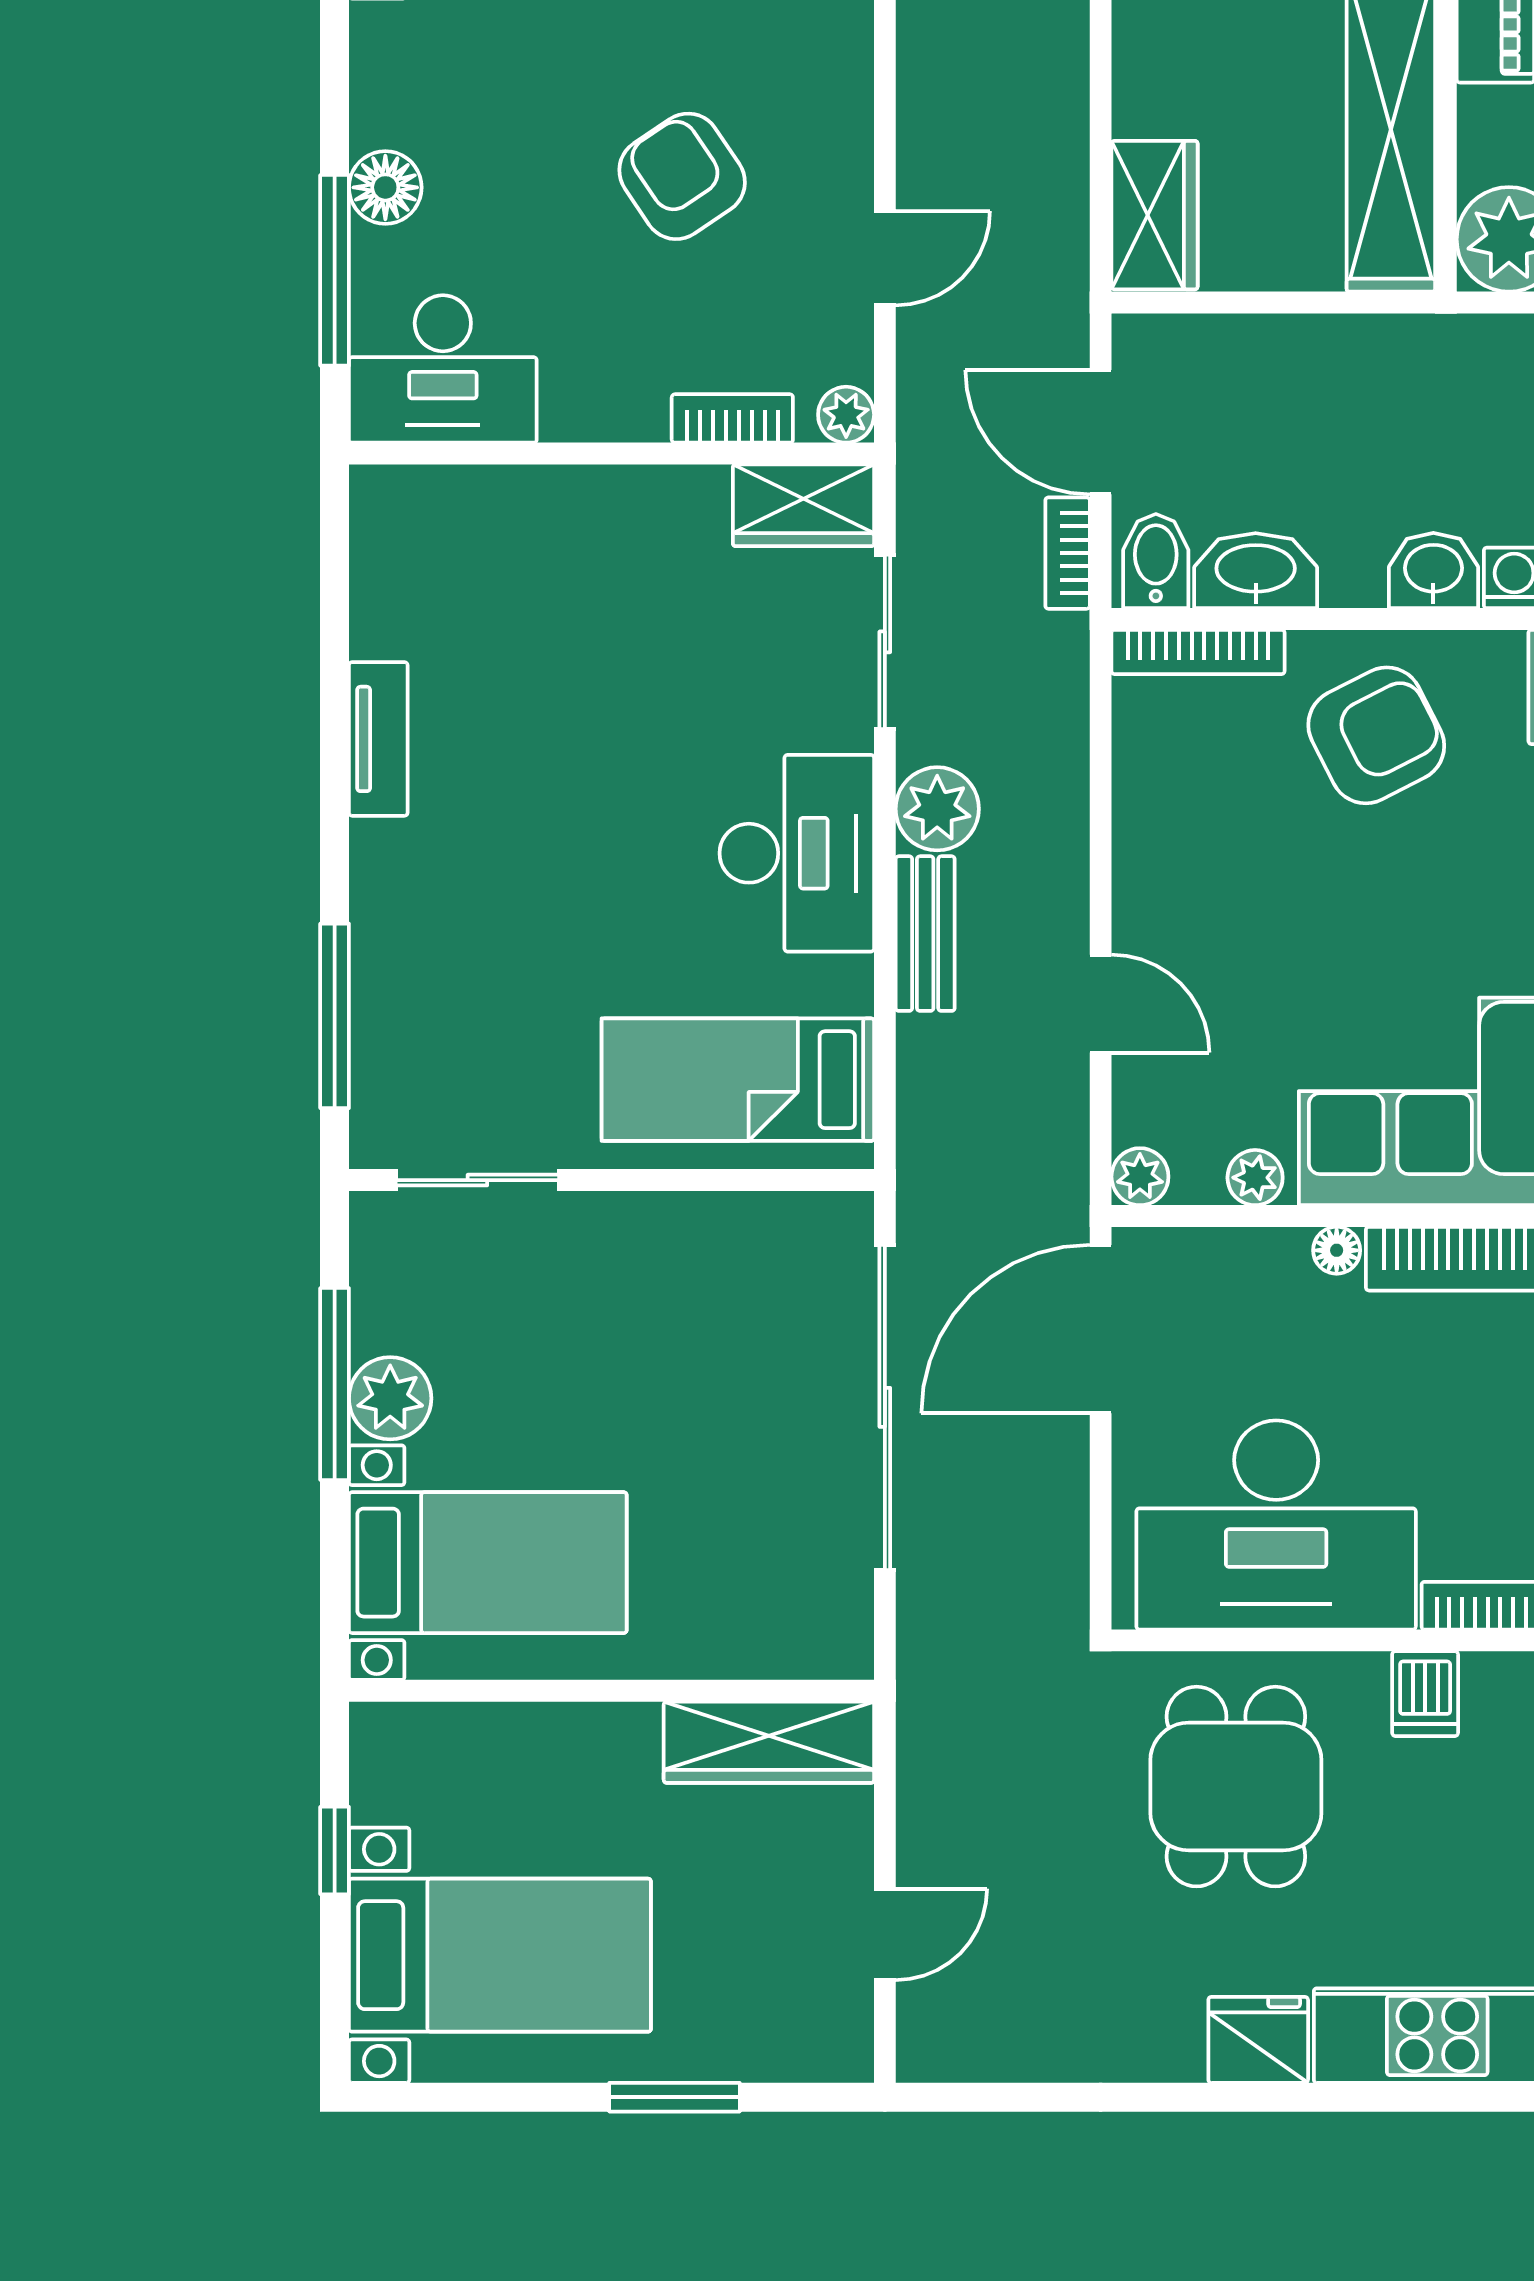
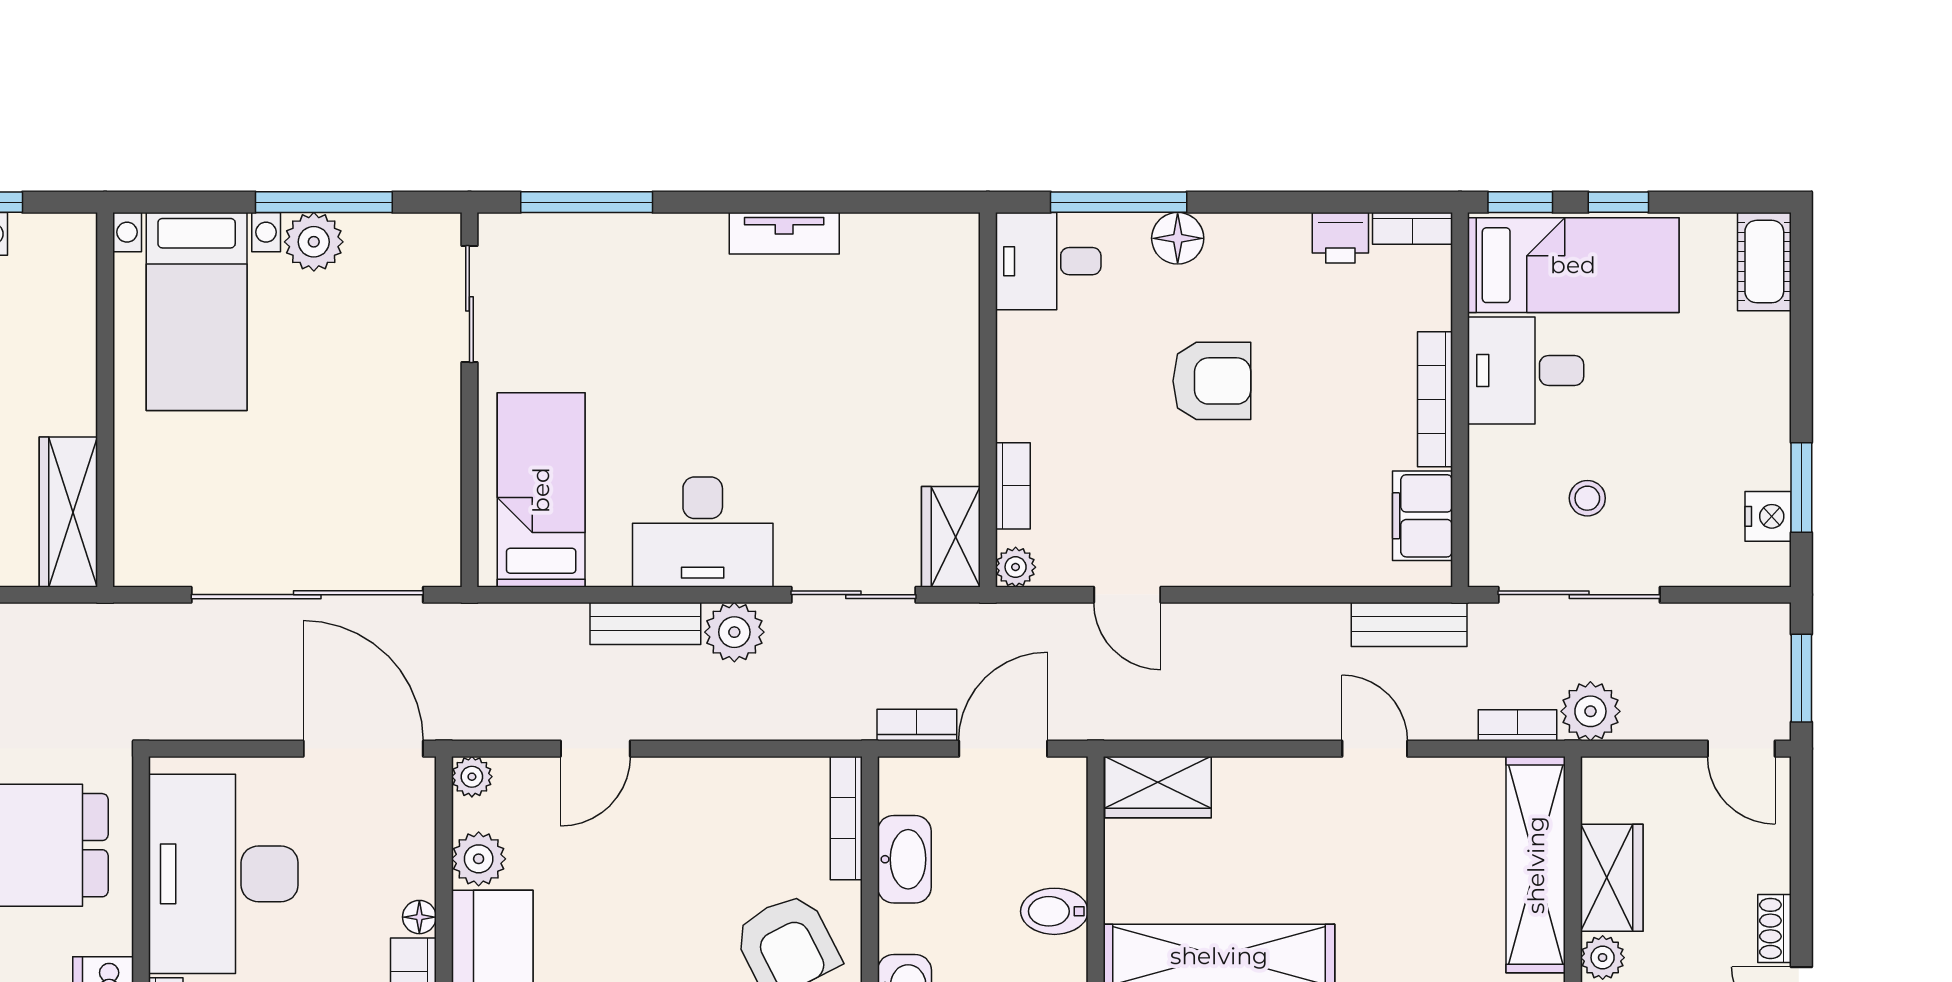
armchair: (682, 176) -> (1212, 381), moved, turned 34
desk: (443, 369) -> (1048, 261), width x0.73
bidet: (1156, 561) -> (1054, 911), moved, turned 180
plant: (1255, 1178) -> (479, 859), width x1.38, depth x1.38

